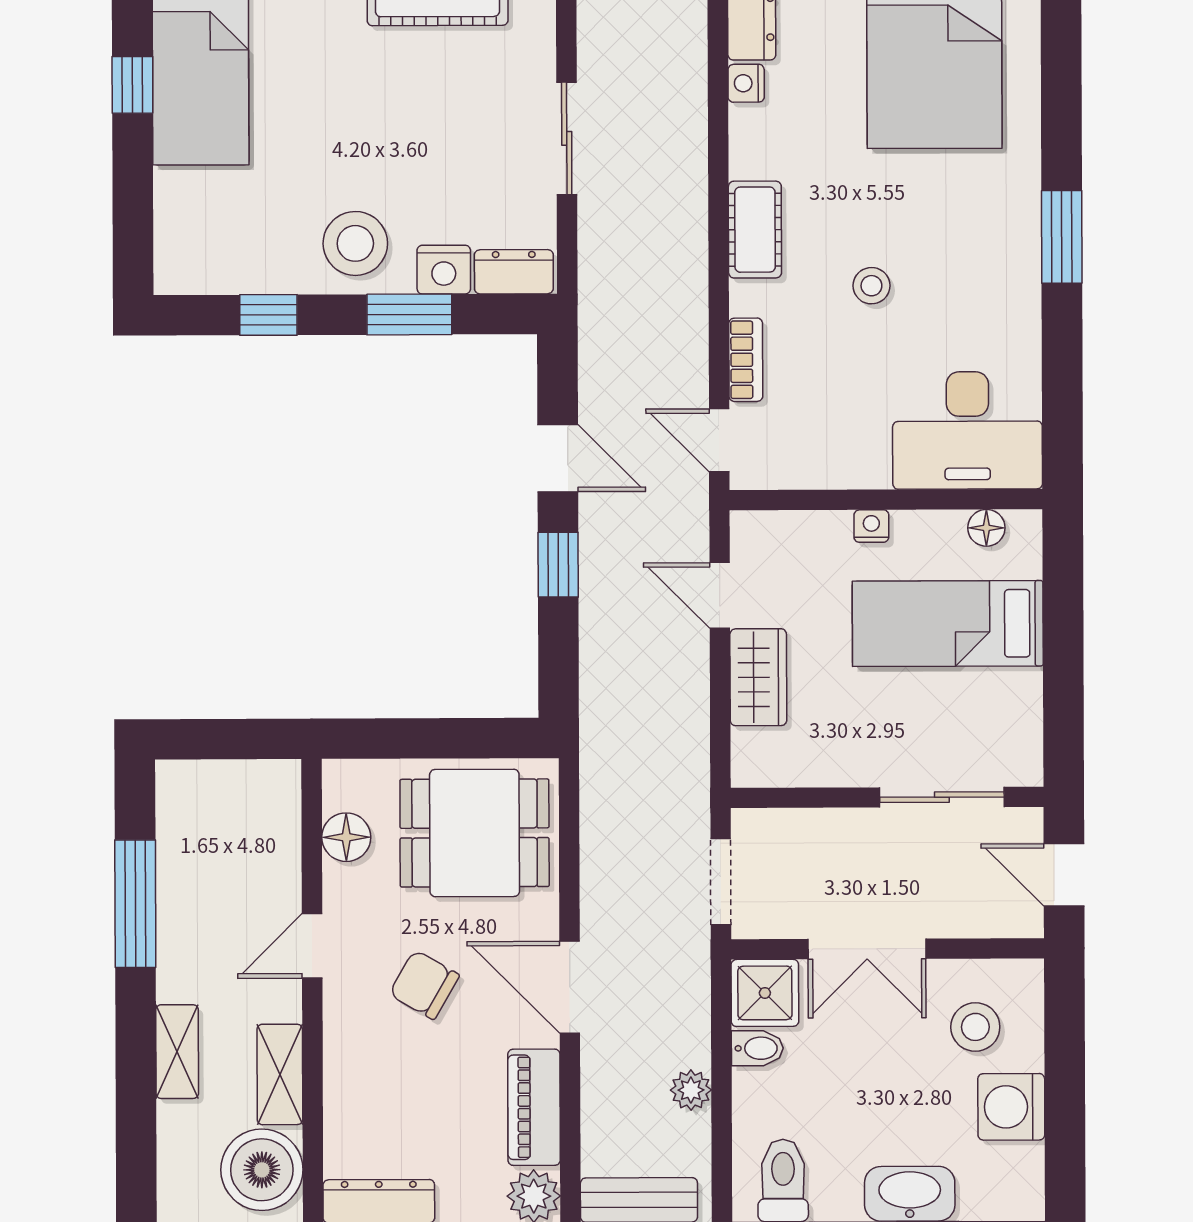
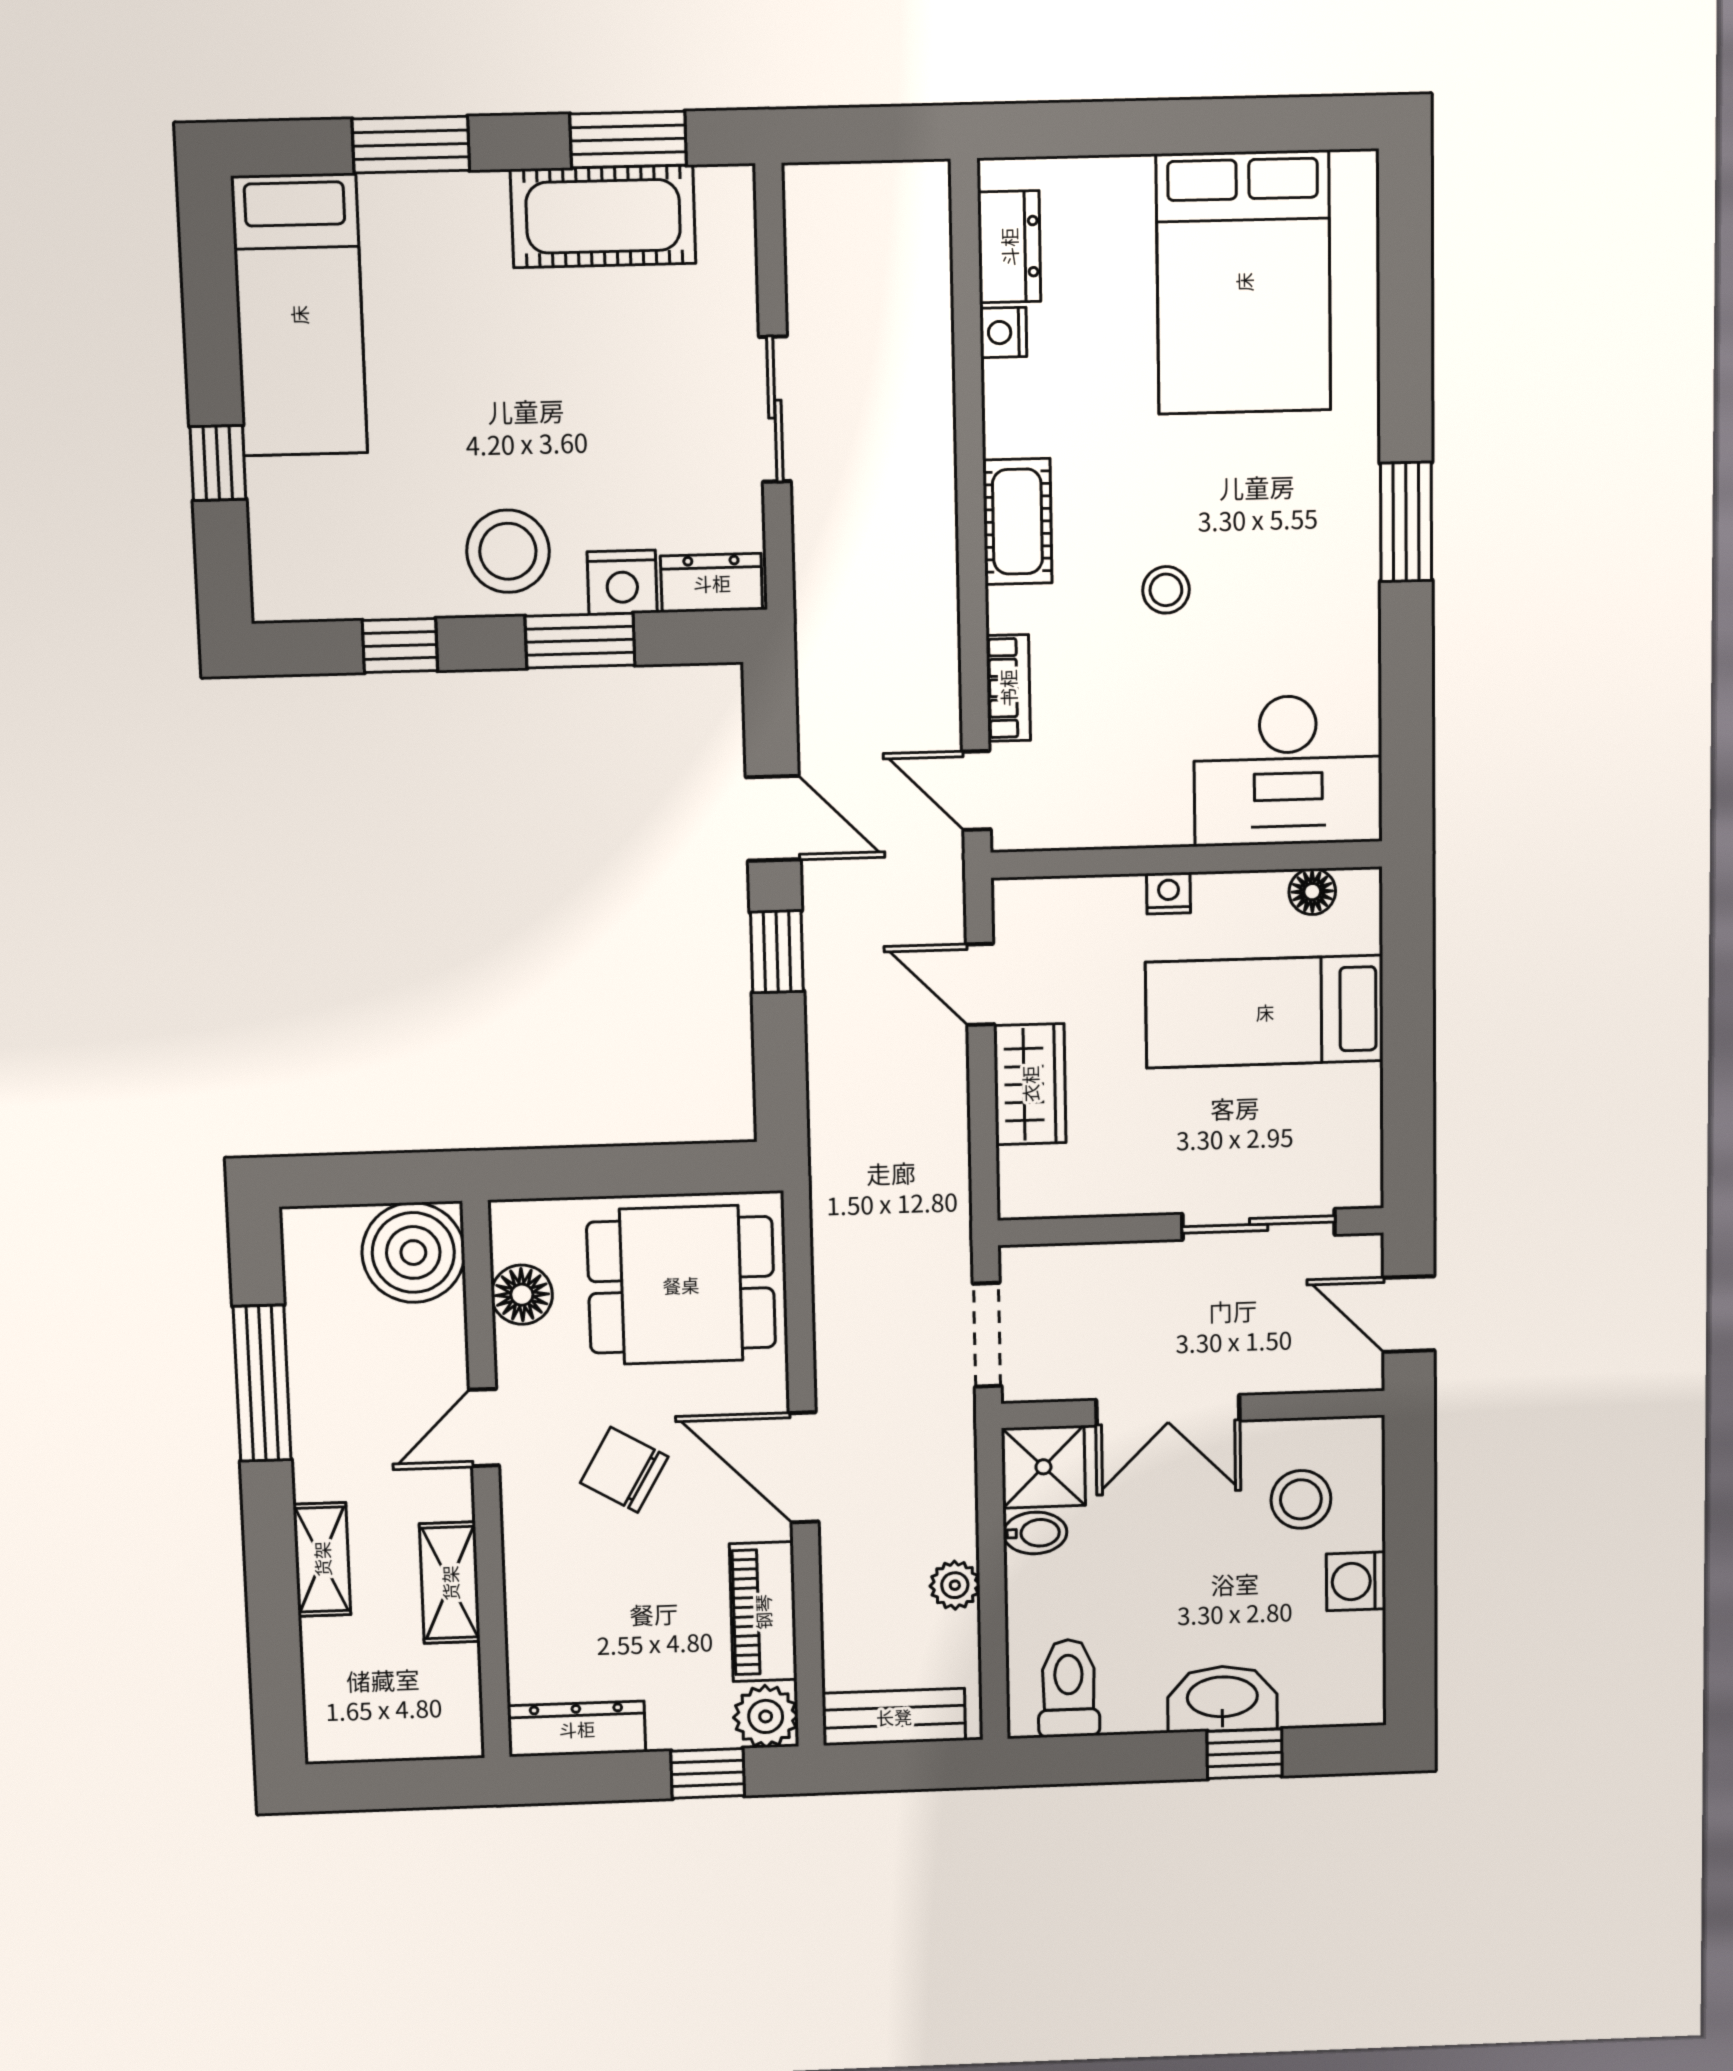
window: (132, 85) -> (218, 463), moved
washing machine: (1011, 1107) -> (1356, 1581), width x0.73, depth x0.73
boiler: (262, 1170) -> (413, 1253), moved

